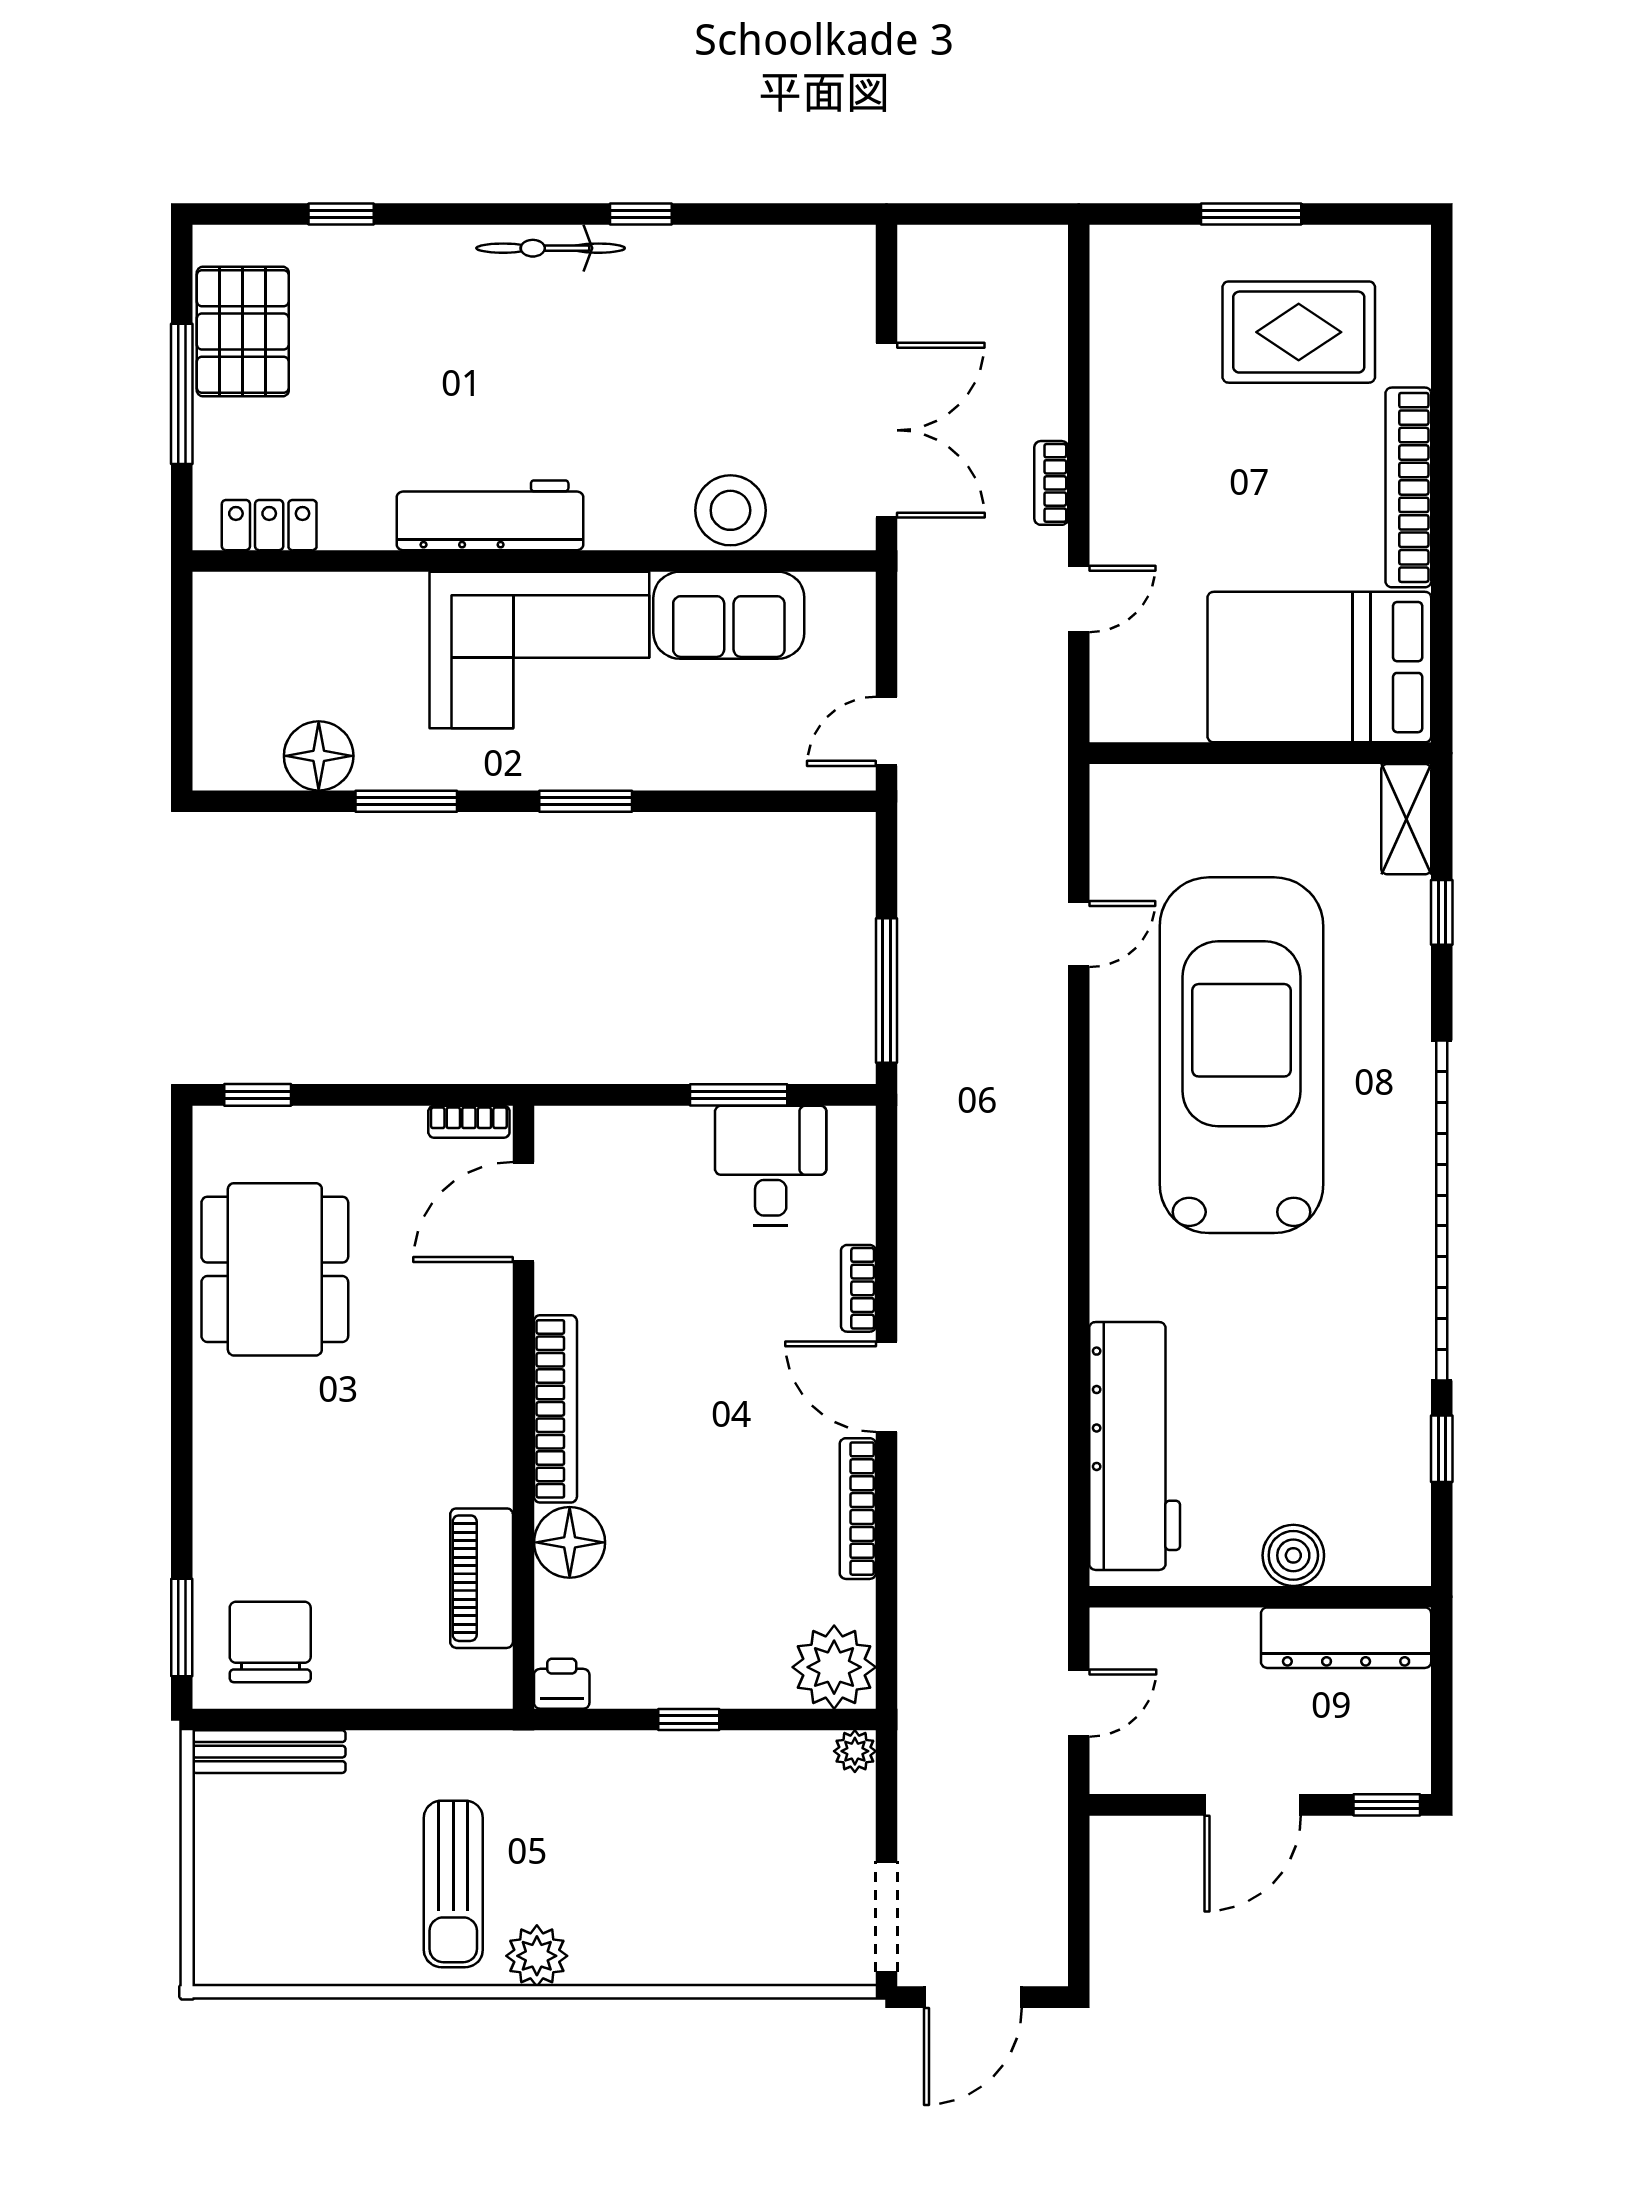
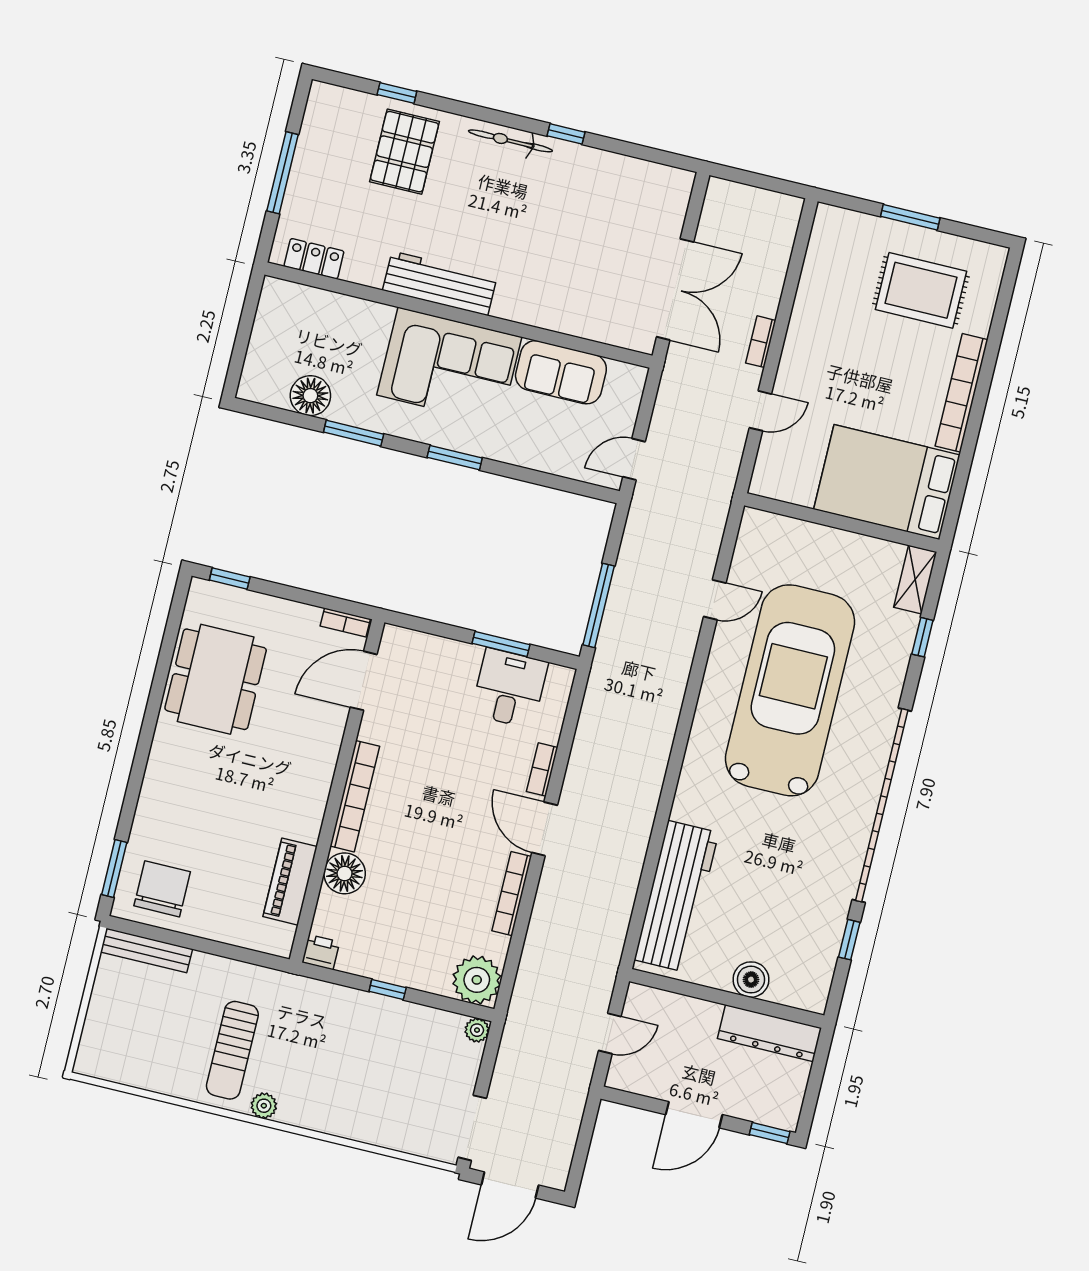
pallet: (243, 332) -> (404, 152), moved
stool: (730, 510) -> (576, 313), removed
plant: (537, 1956) -> (264, 1106), width x0.73, depth x0.73

